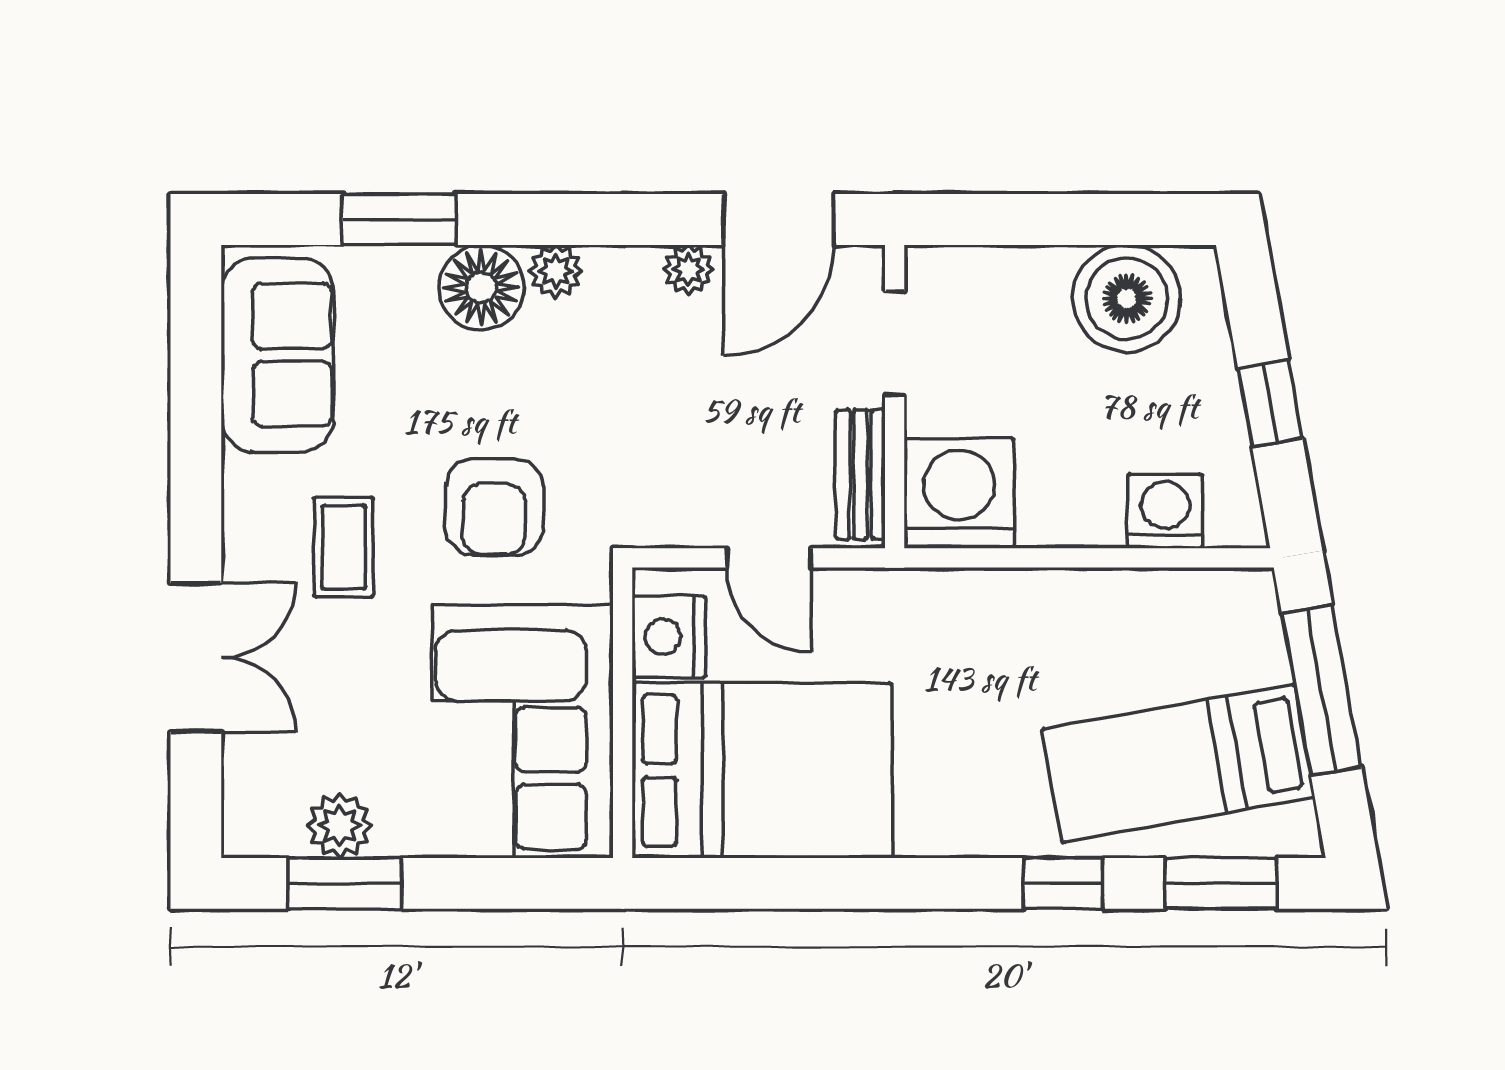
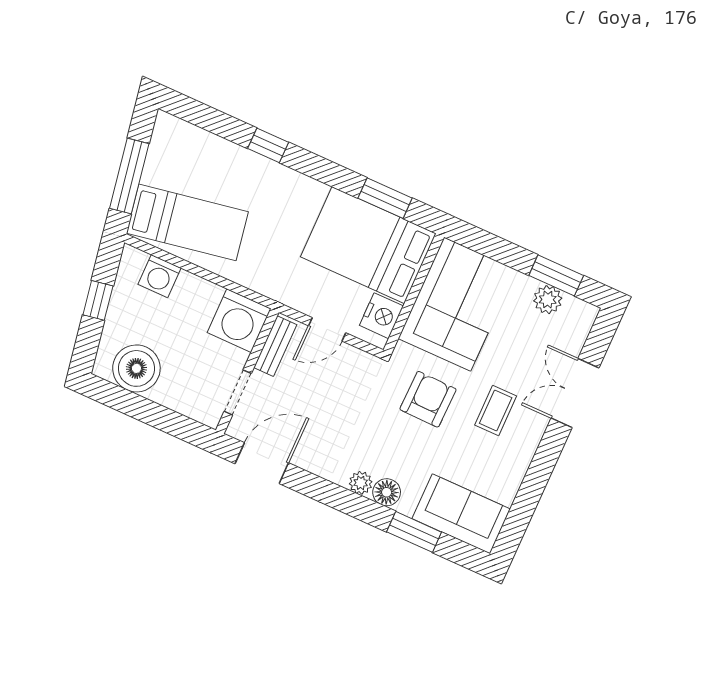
plant: (688, 269) -> (307, 460), removed
floor lamp: (481, 288) -> (387, 492), width x0.73, depth x0.73
sofa: (277, 355) -> (461, 514), moved, turned 90
door: (769, 558) -> (327, 329), swing flipped
bed: (1178, 763) -> (187, 222), moved
window: (1221, 883) -> (385, 198), moved

